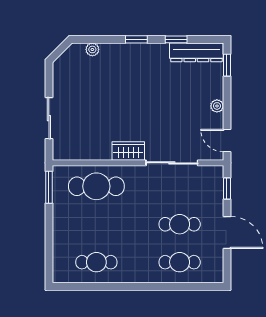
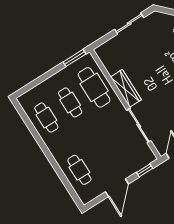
sliding door: (49, 118) -> (129, 24), moved
wardrobe: (128, 151) -> (126, 88), width x1.50
cafe table: (180, 224) -> (70, 102), moved

